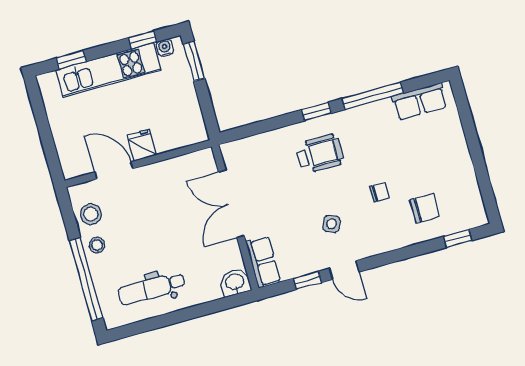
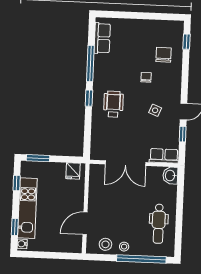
water cooler: (165, 48) -> (22, 244), moved
fridge: (142, 145) -> (73, 171), moved, turned -90

